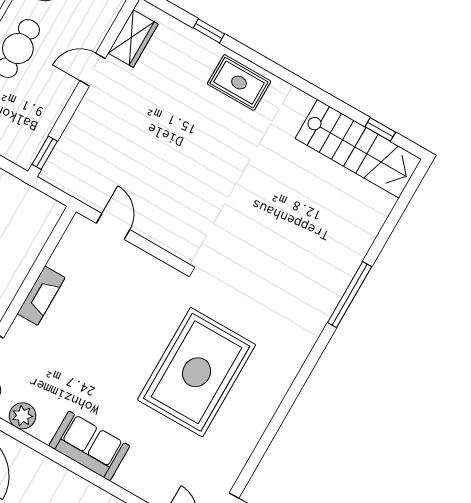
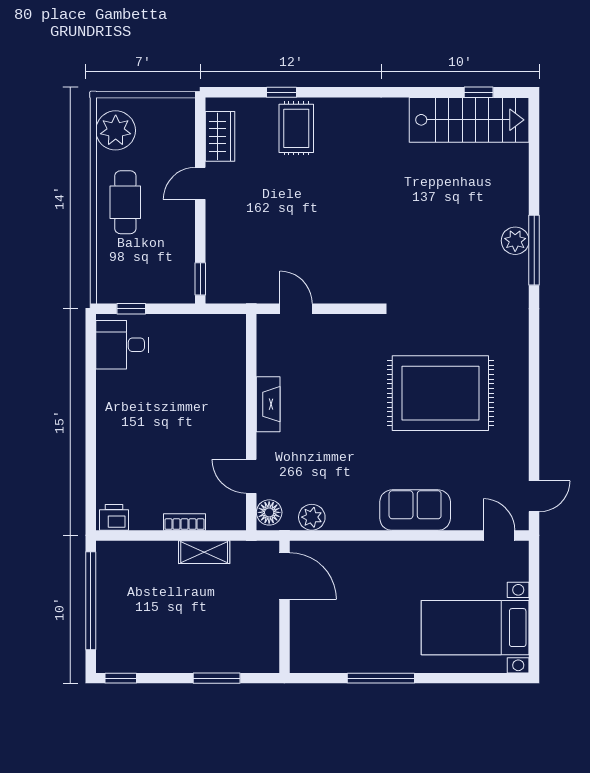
rug: (239, 83) -> (296, 128), moved, turned 90
plant: (338, 277) -> (515, 241), added
rug: (197, 372) -> (440, 393), turned 90
sofa: (89, 446) -> (415, 510), moved

